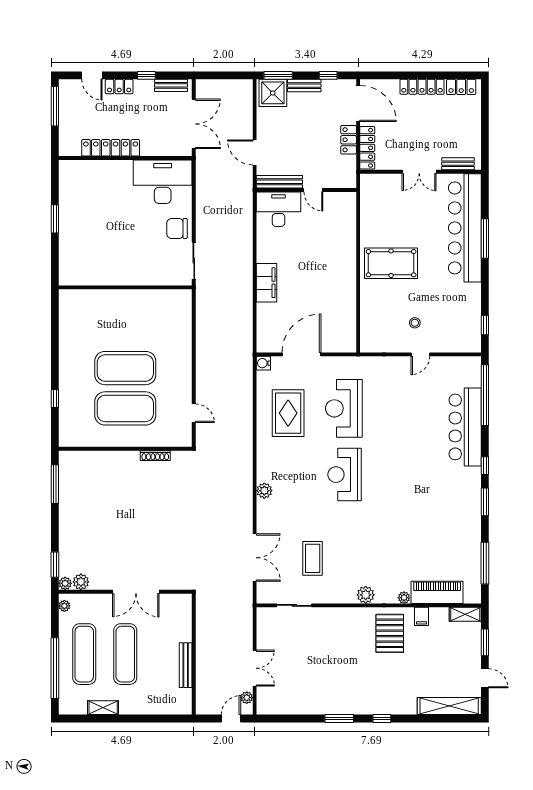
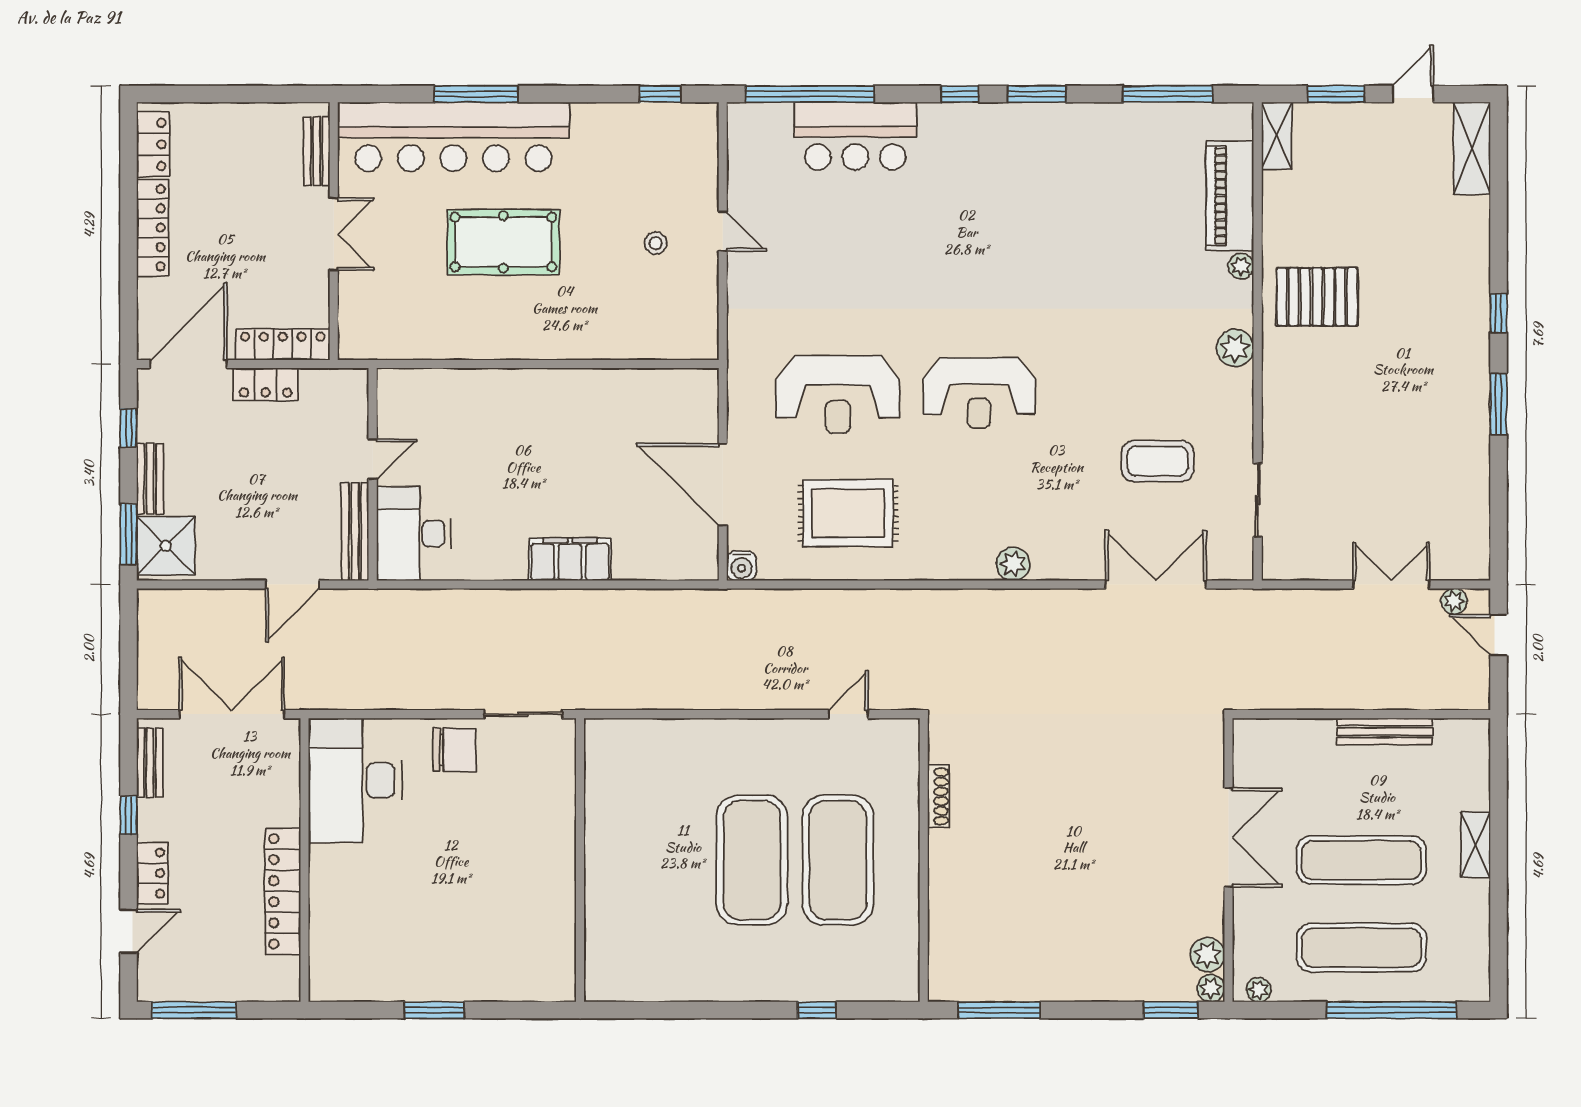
chair: (177, 228) -> (455, 750), turned -90
pool table: (391, 263) -> (503, 242), moved, turned 90
bar counter: (465, 427) -> (855, 136), width x0.73
filing cabinet: (422, 616) -> (1281, 229), removed
shelving: (449, 706) -> (1472, 148), width x0.68
shelving: (103, 708) -> (1476, 845), moved

